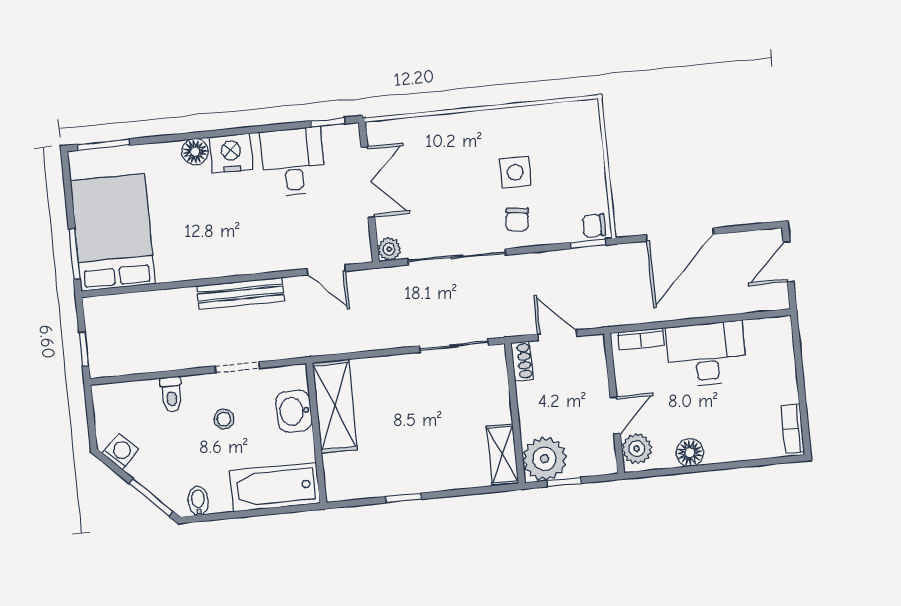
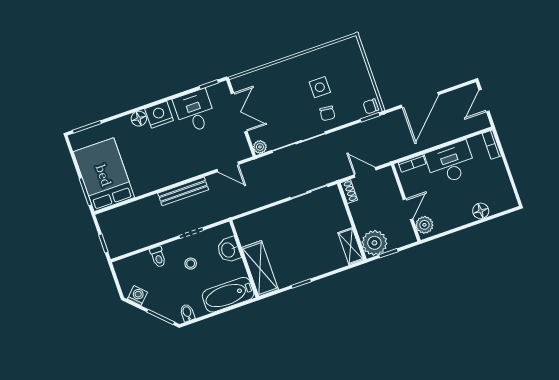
shelving: (335, 406) -> (260, 269), moved
bookcase: (793, 429) -> (492, 145), moved
floor lamp: (690, 453) -> (481, 211), moved

